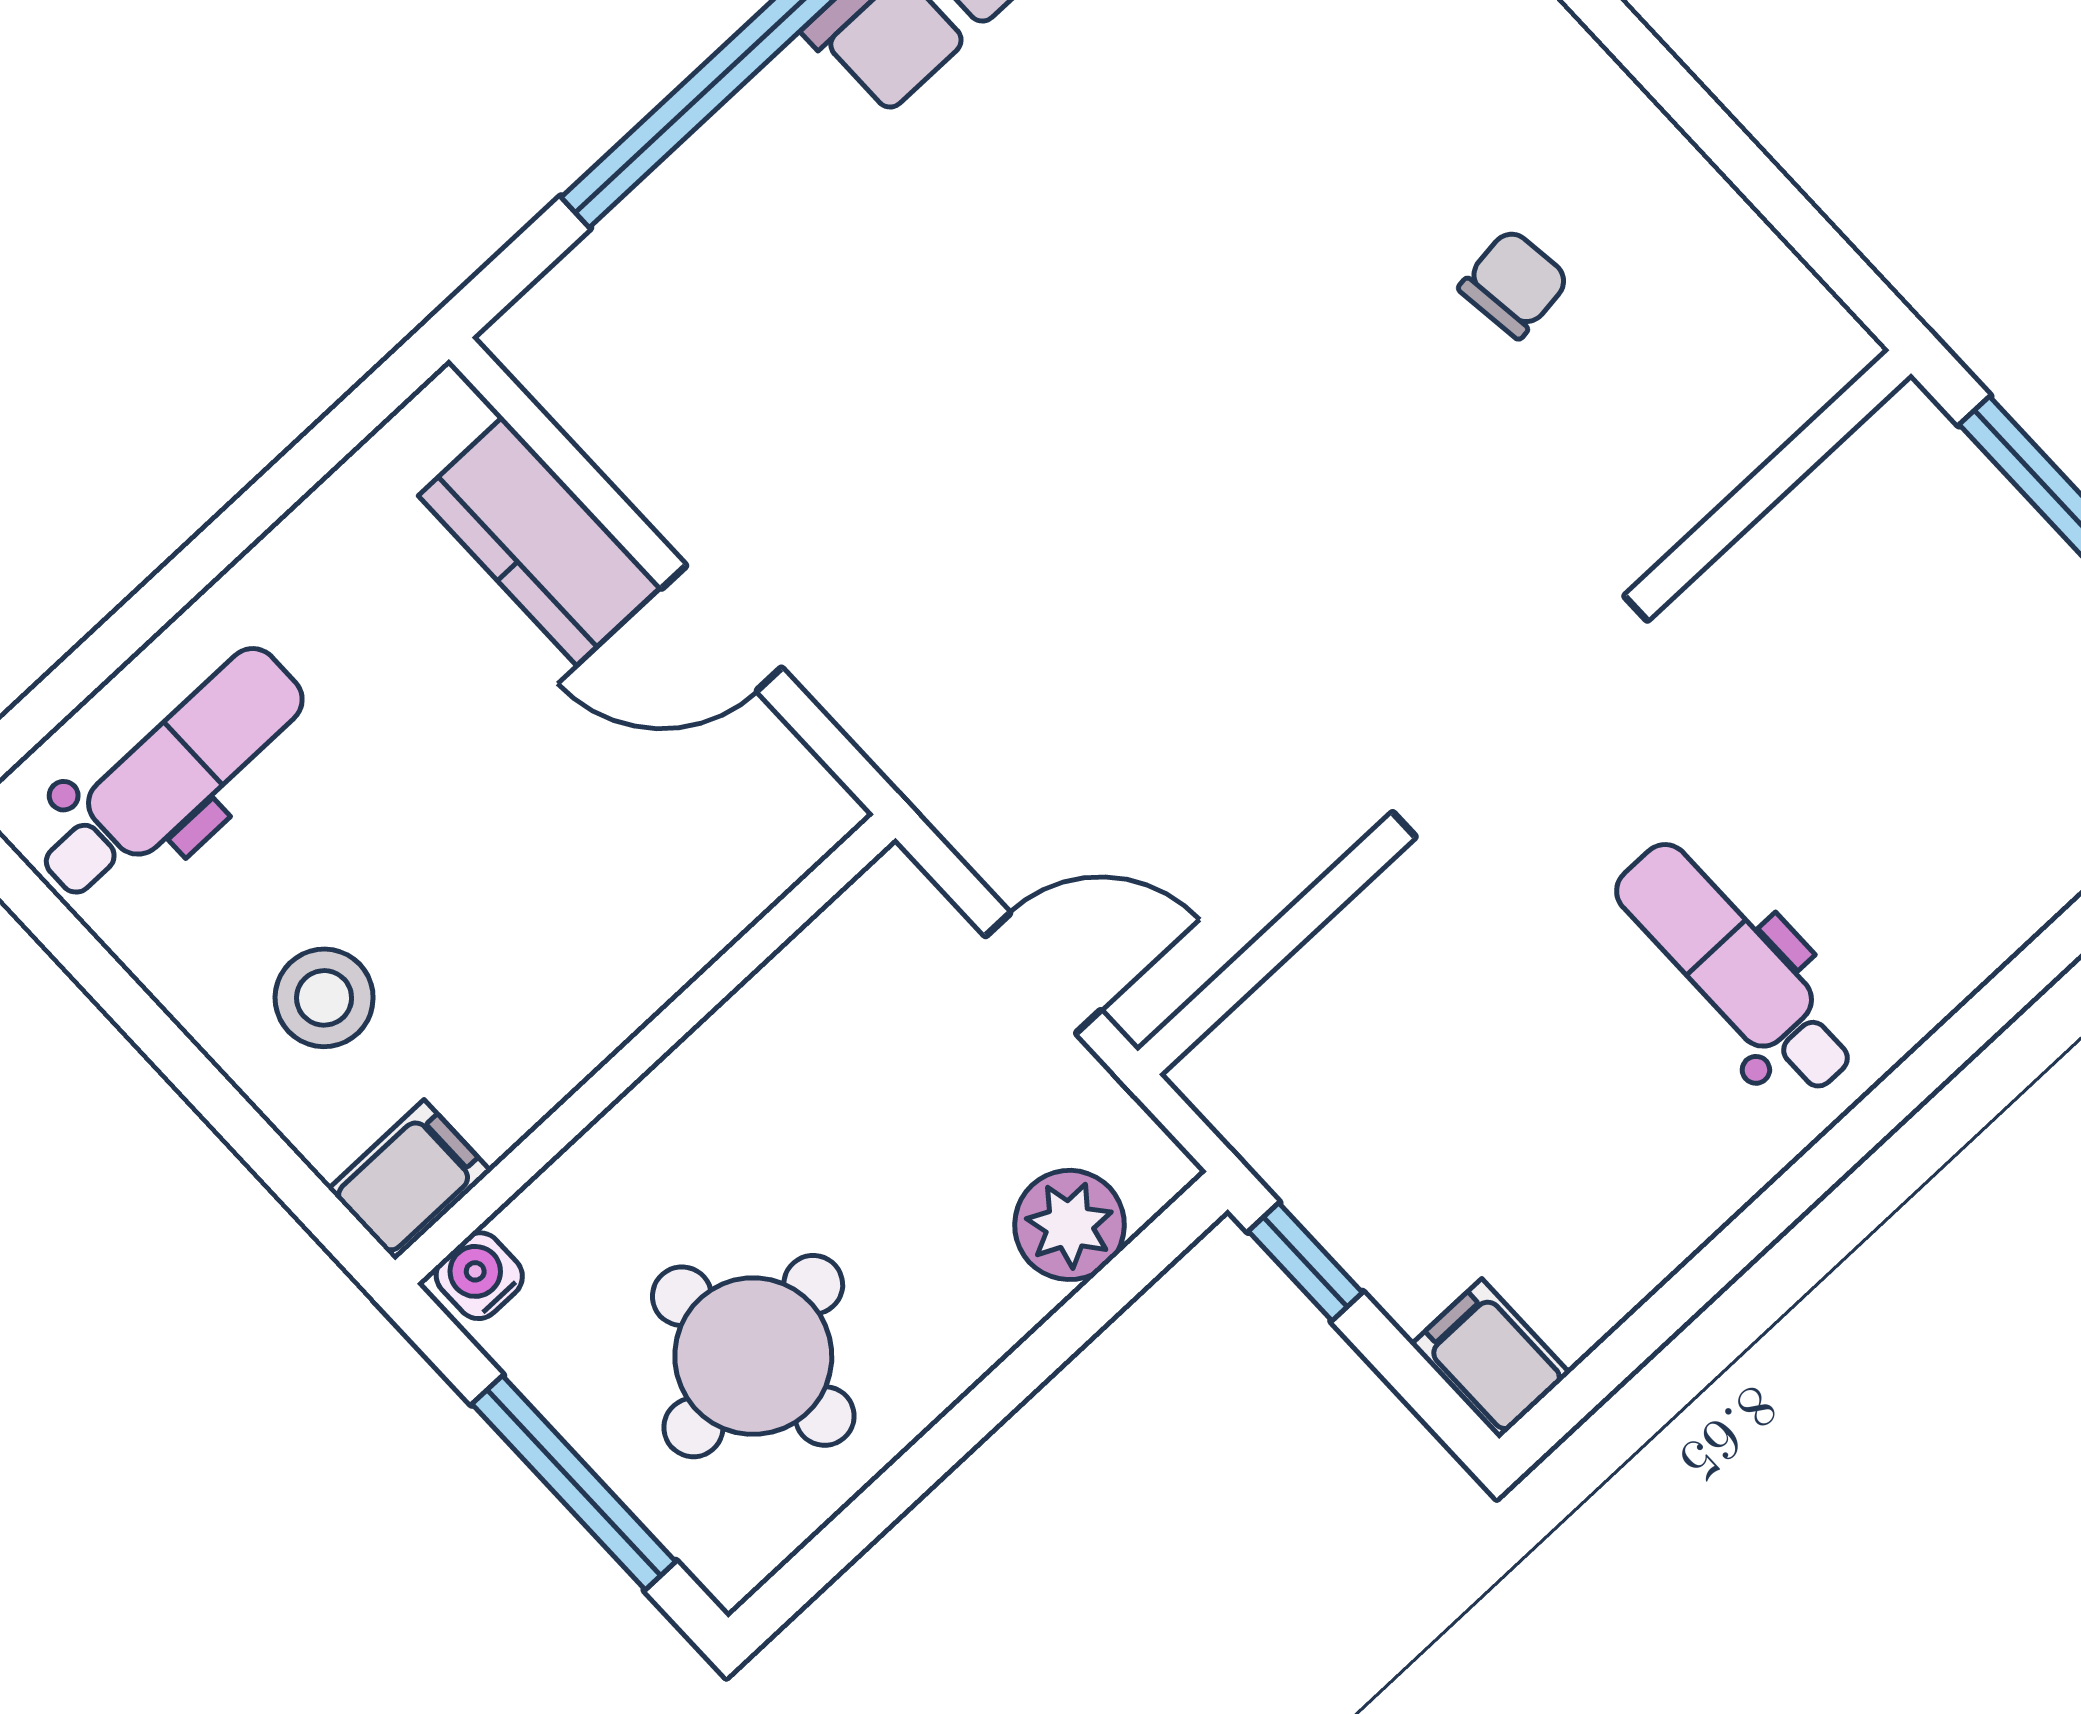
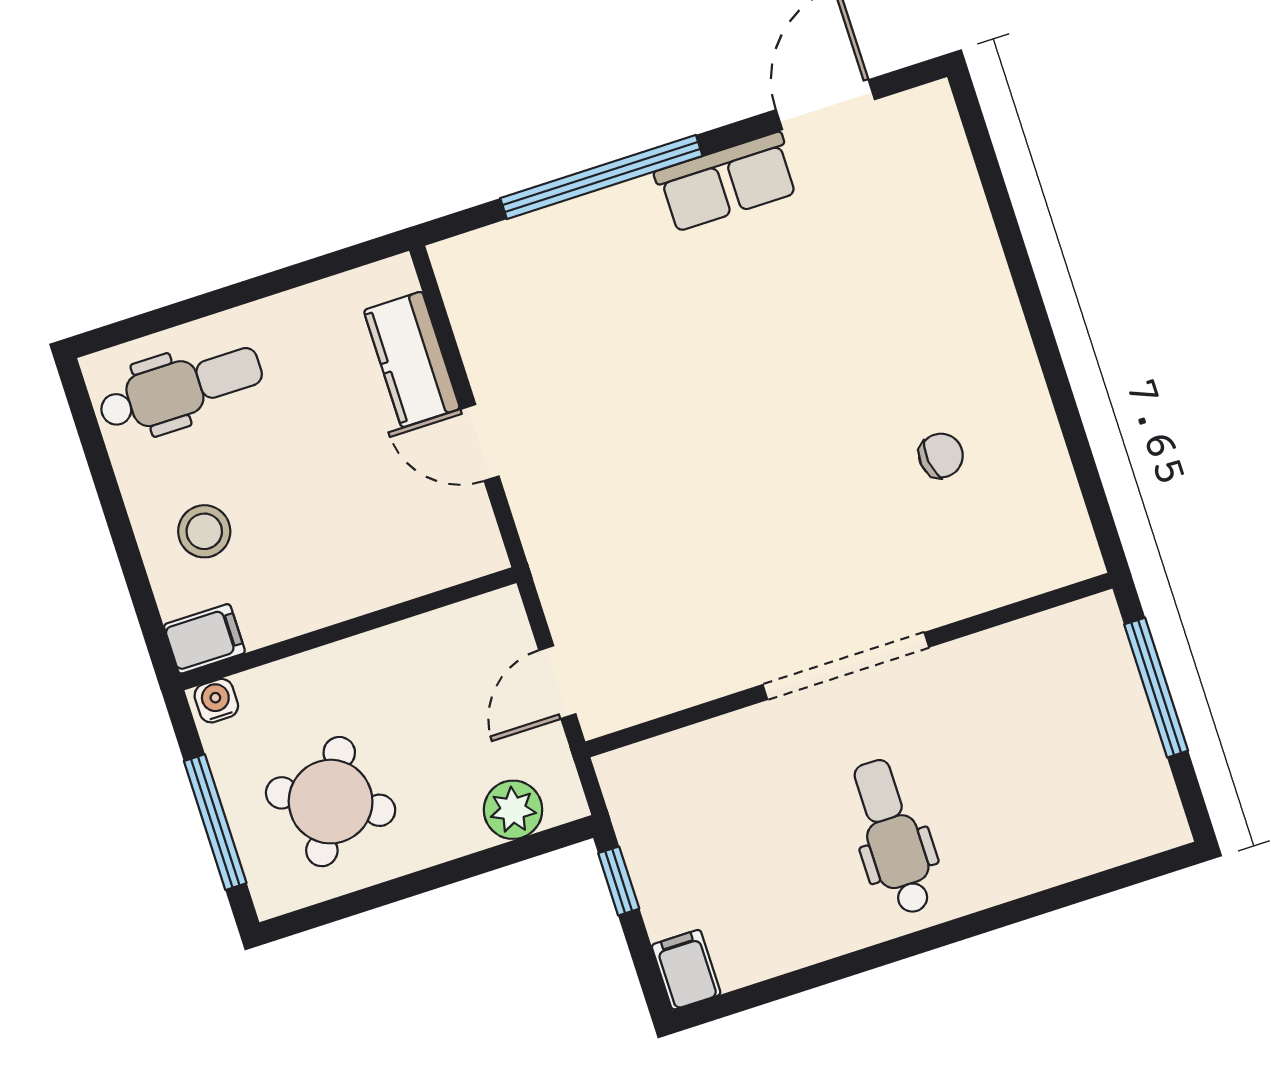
door: (1043, 973) -> (557, 682), swing flipped
round table: (753, 1356) -> (331, 802), turned 35

